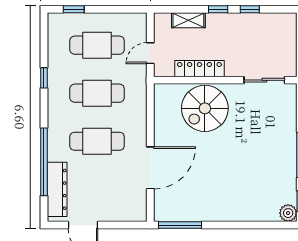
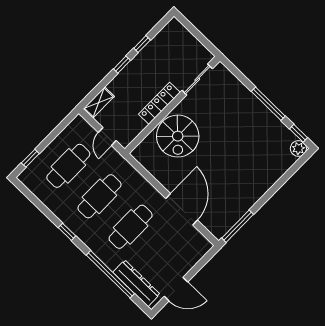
shelving: (188, 20) -> (99, 102), moved
locker: (199, 69) -> (159, 103), moved
window: (44, 78) -> (67, 232), moved

